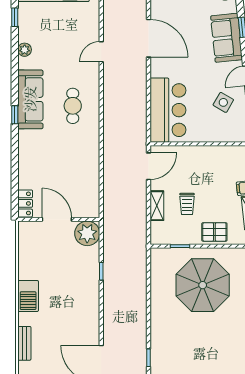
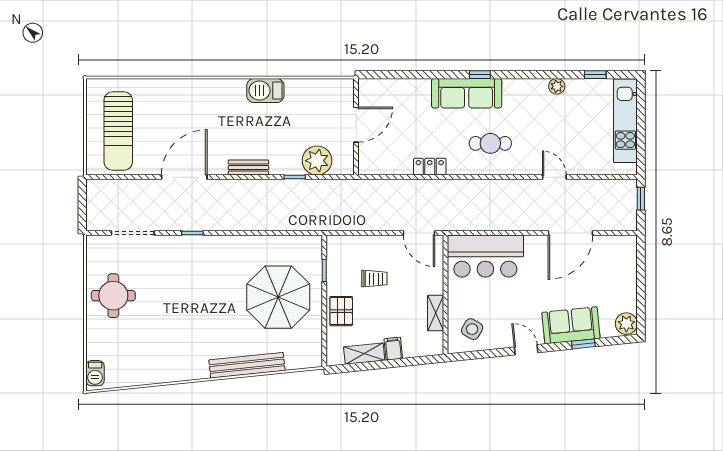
sofa: (30, 99) -> (467, 93), moved
side table: (223, 102) -> (472, 329), moved
locker: (25, 203) -> (430, 167), moved, turned 180
trolley: (187, 204) -> (374, 279), turned 180
shelving: (157, 206) -> (436, 313), moved, turned 90
plant: (87, 233) -> (317, 161), moved
bench: (24, 343) -> (248, 168), moved

